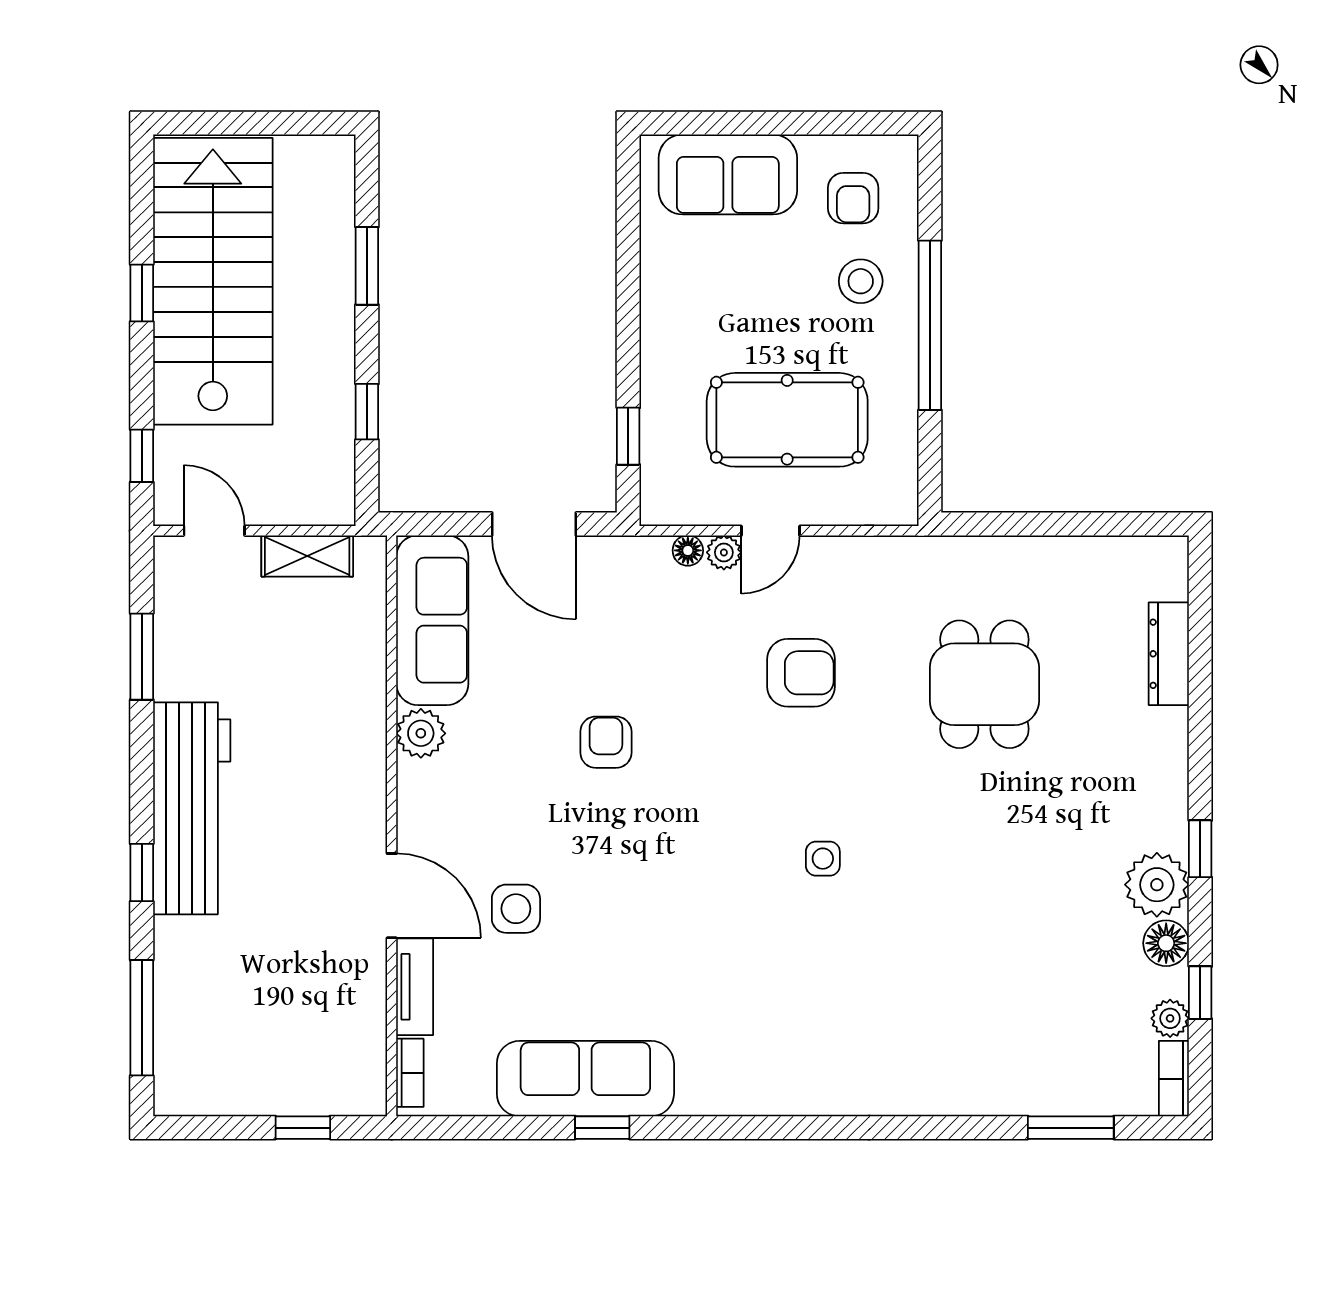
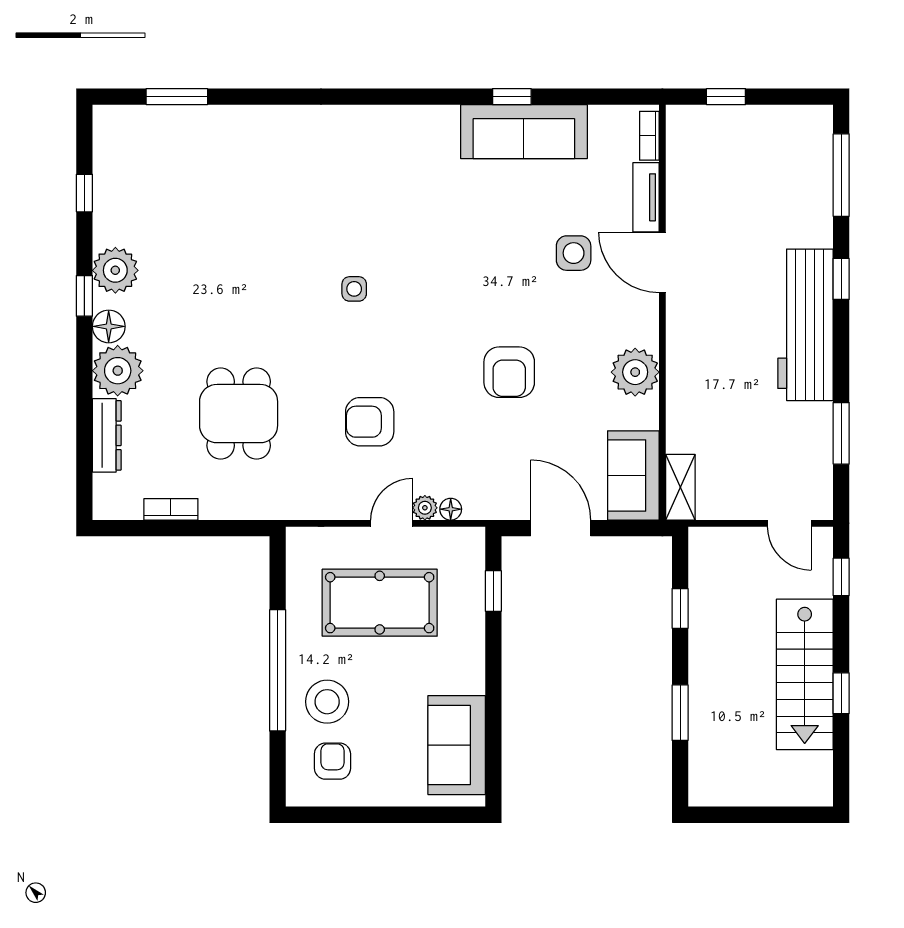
sofa: (728, 174) -> (457, 745), moved, turned -90
stairs: (213, 281) -> (805, 674), width x0.73, depth x0.66
stool: (861, 281) -> (327, 702), width x1.38, depth x1.38
shelving: (307, 556) -> (680, 487), moved, turned 90
sofa: (432, 620) -> (633, 475), width x0.73
plant: (421, 733) -> (635, 372), width x1.36, depth x1.36
armchair: (606, 742) -> (509, 372), width x1.38, depth x1.38
floor lamp: (1166, 943) -> (109, 326), moved
plant: (1170, 1018) -> (118, 371), moved, width x1.88, depth x1.88
bookcase: (1174, 1079) -> (171, 509), moved, turned -90

